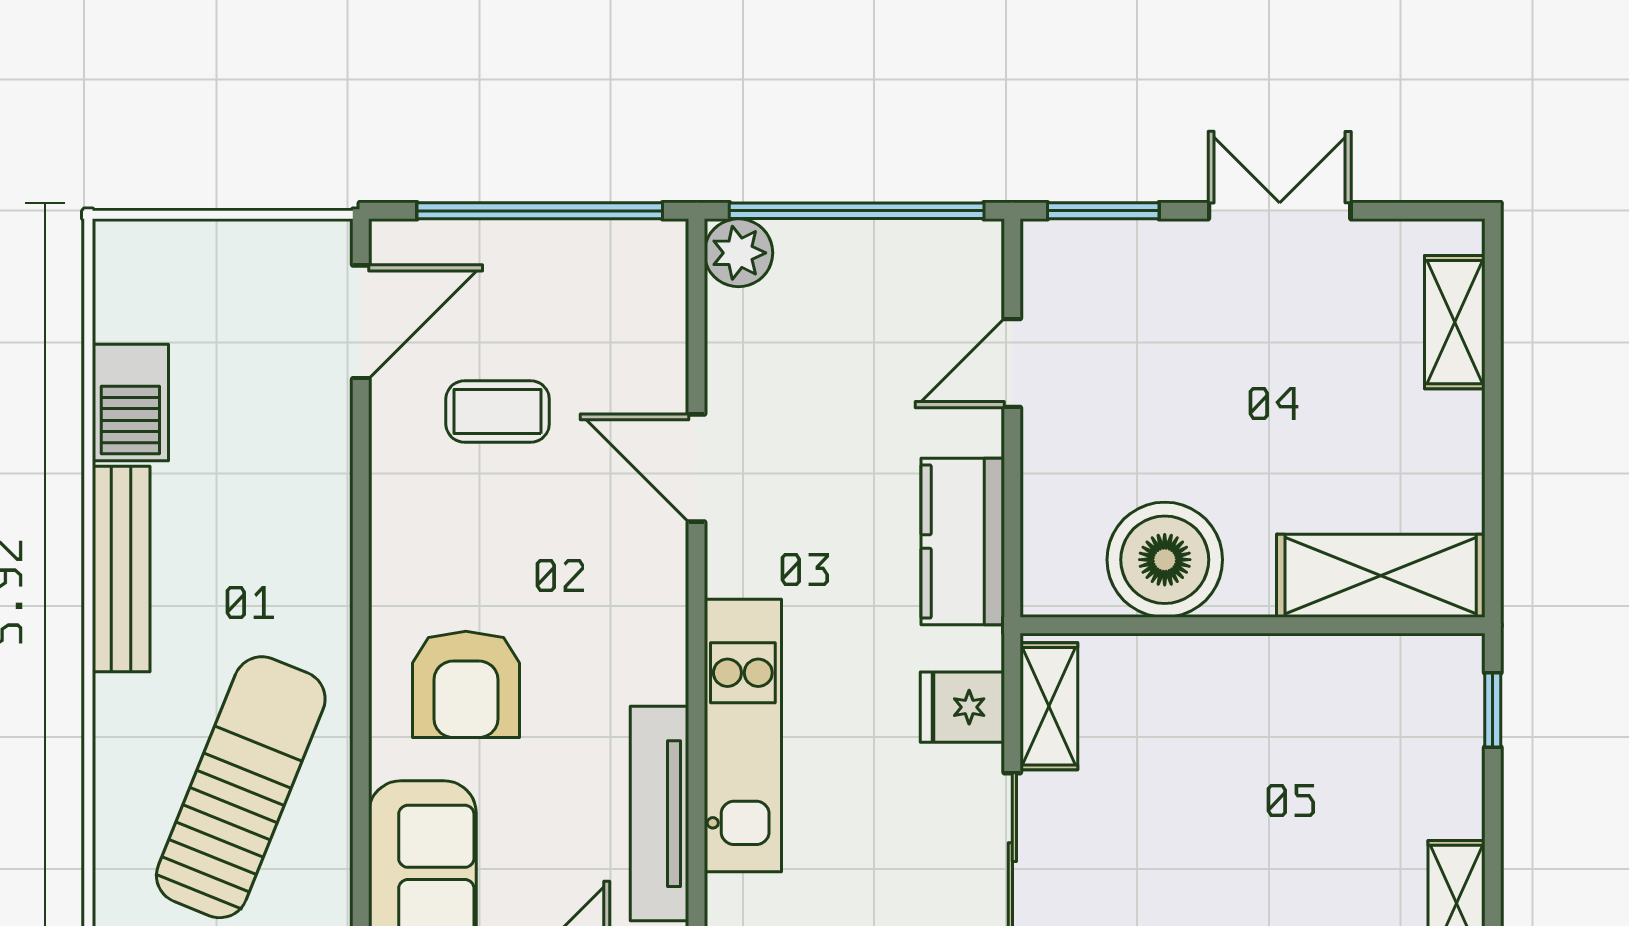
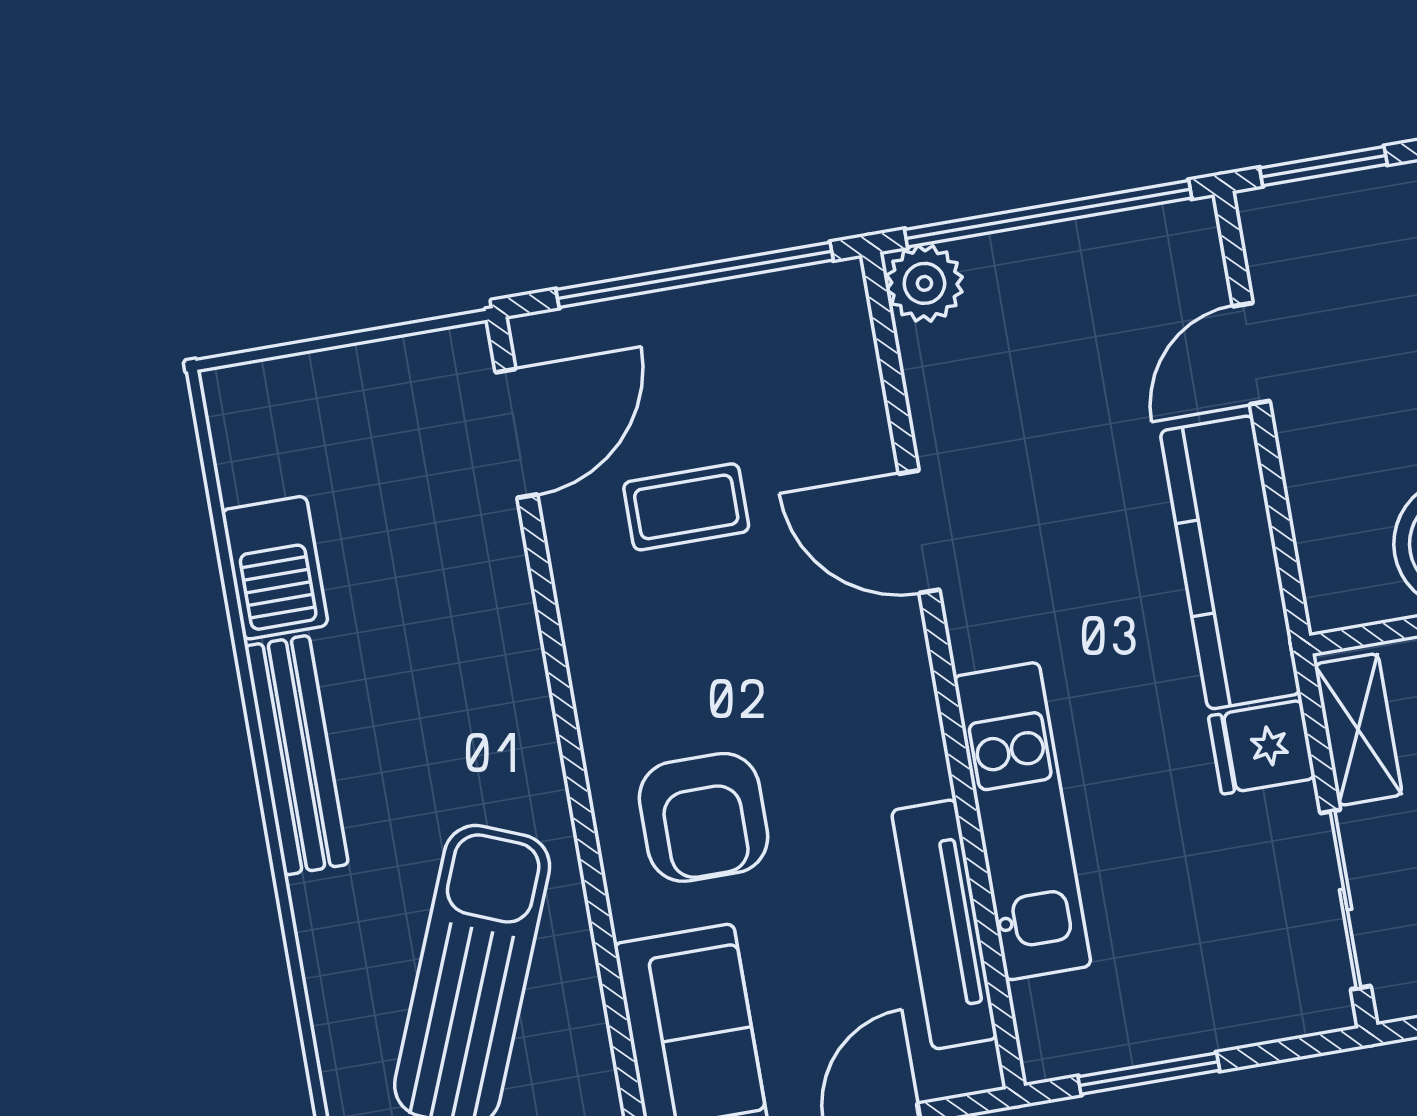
kitchen counter: (963, 542) -> (1230, 562), width x1.50

